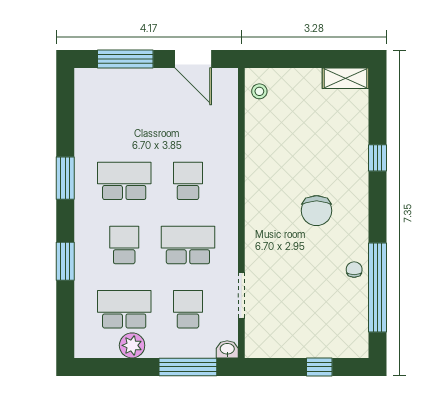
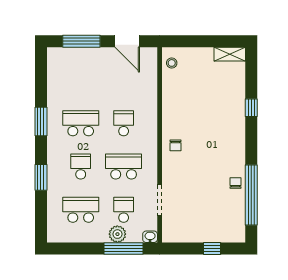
chair: (317, 211) -> (175, 145), moved, width x0.54, depth x0.54
plant: (132, 345) -> (117, 234), moved

